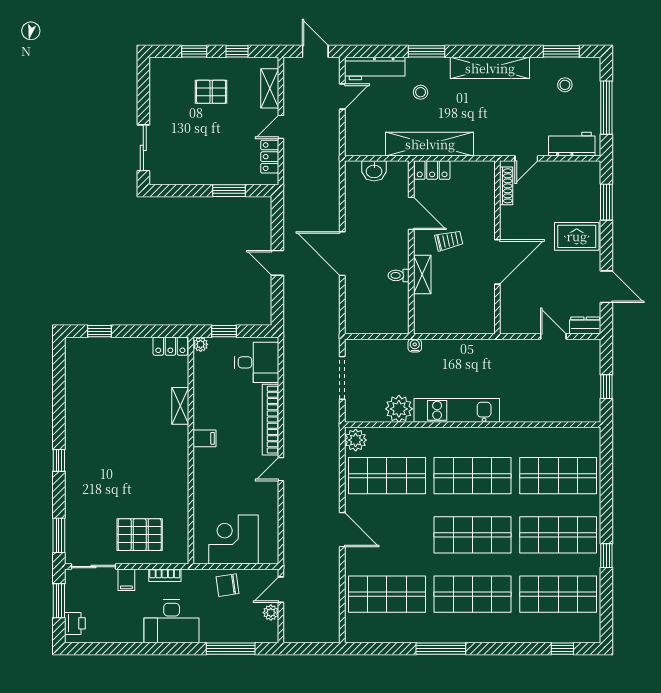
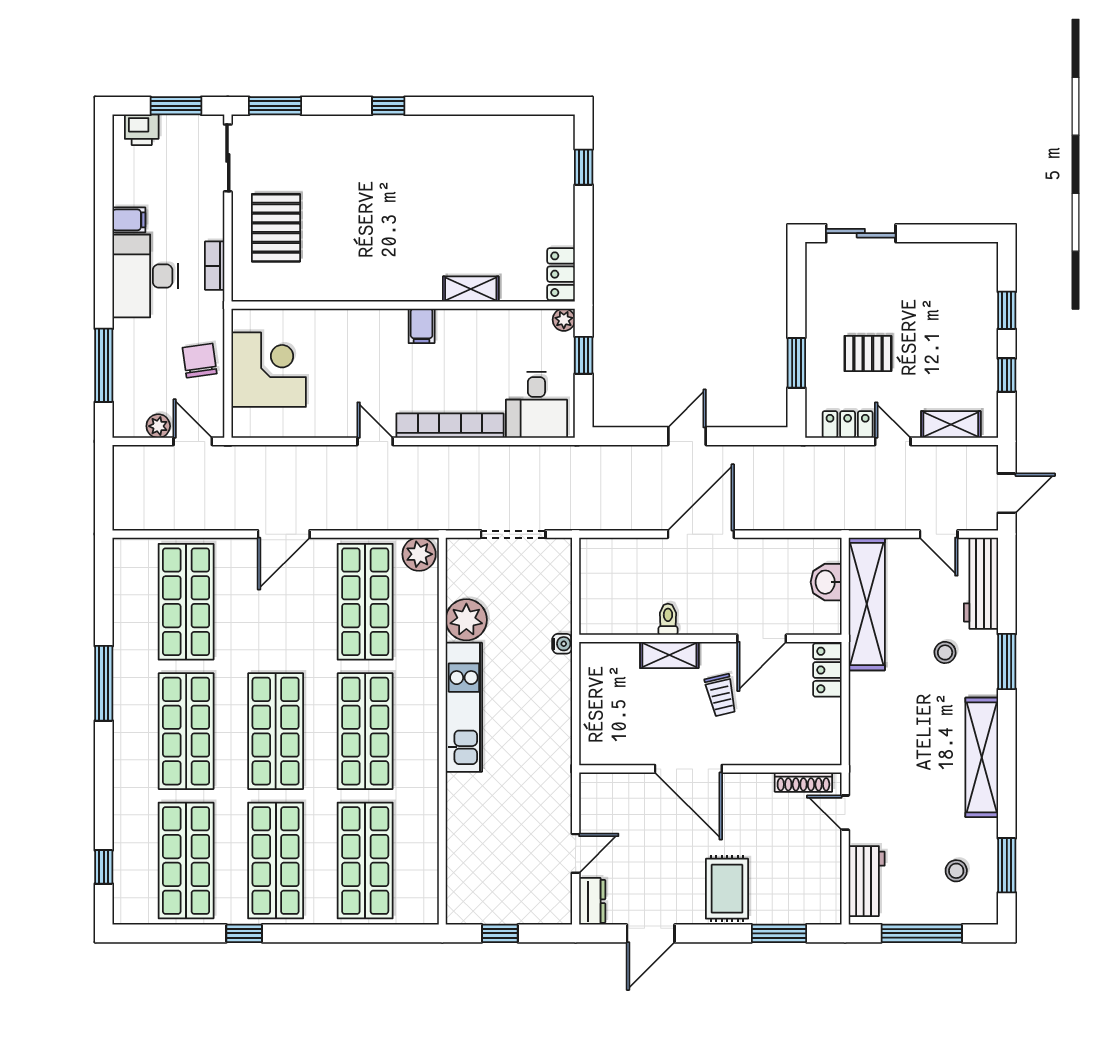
pallet: (211, 92) -> (868, 354), moved, turned 90
shelving: (430, 144) -> (867, 604), moved
filing cabinet: (126, 580) -> (129, 220), moved, turned 180

